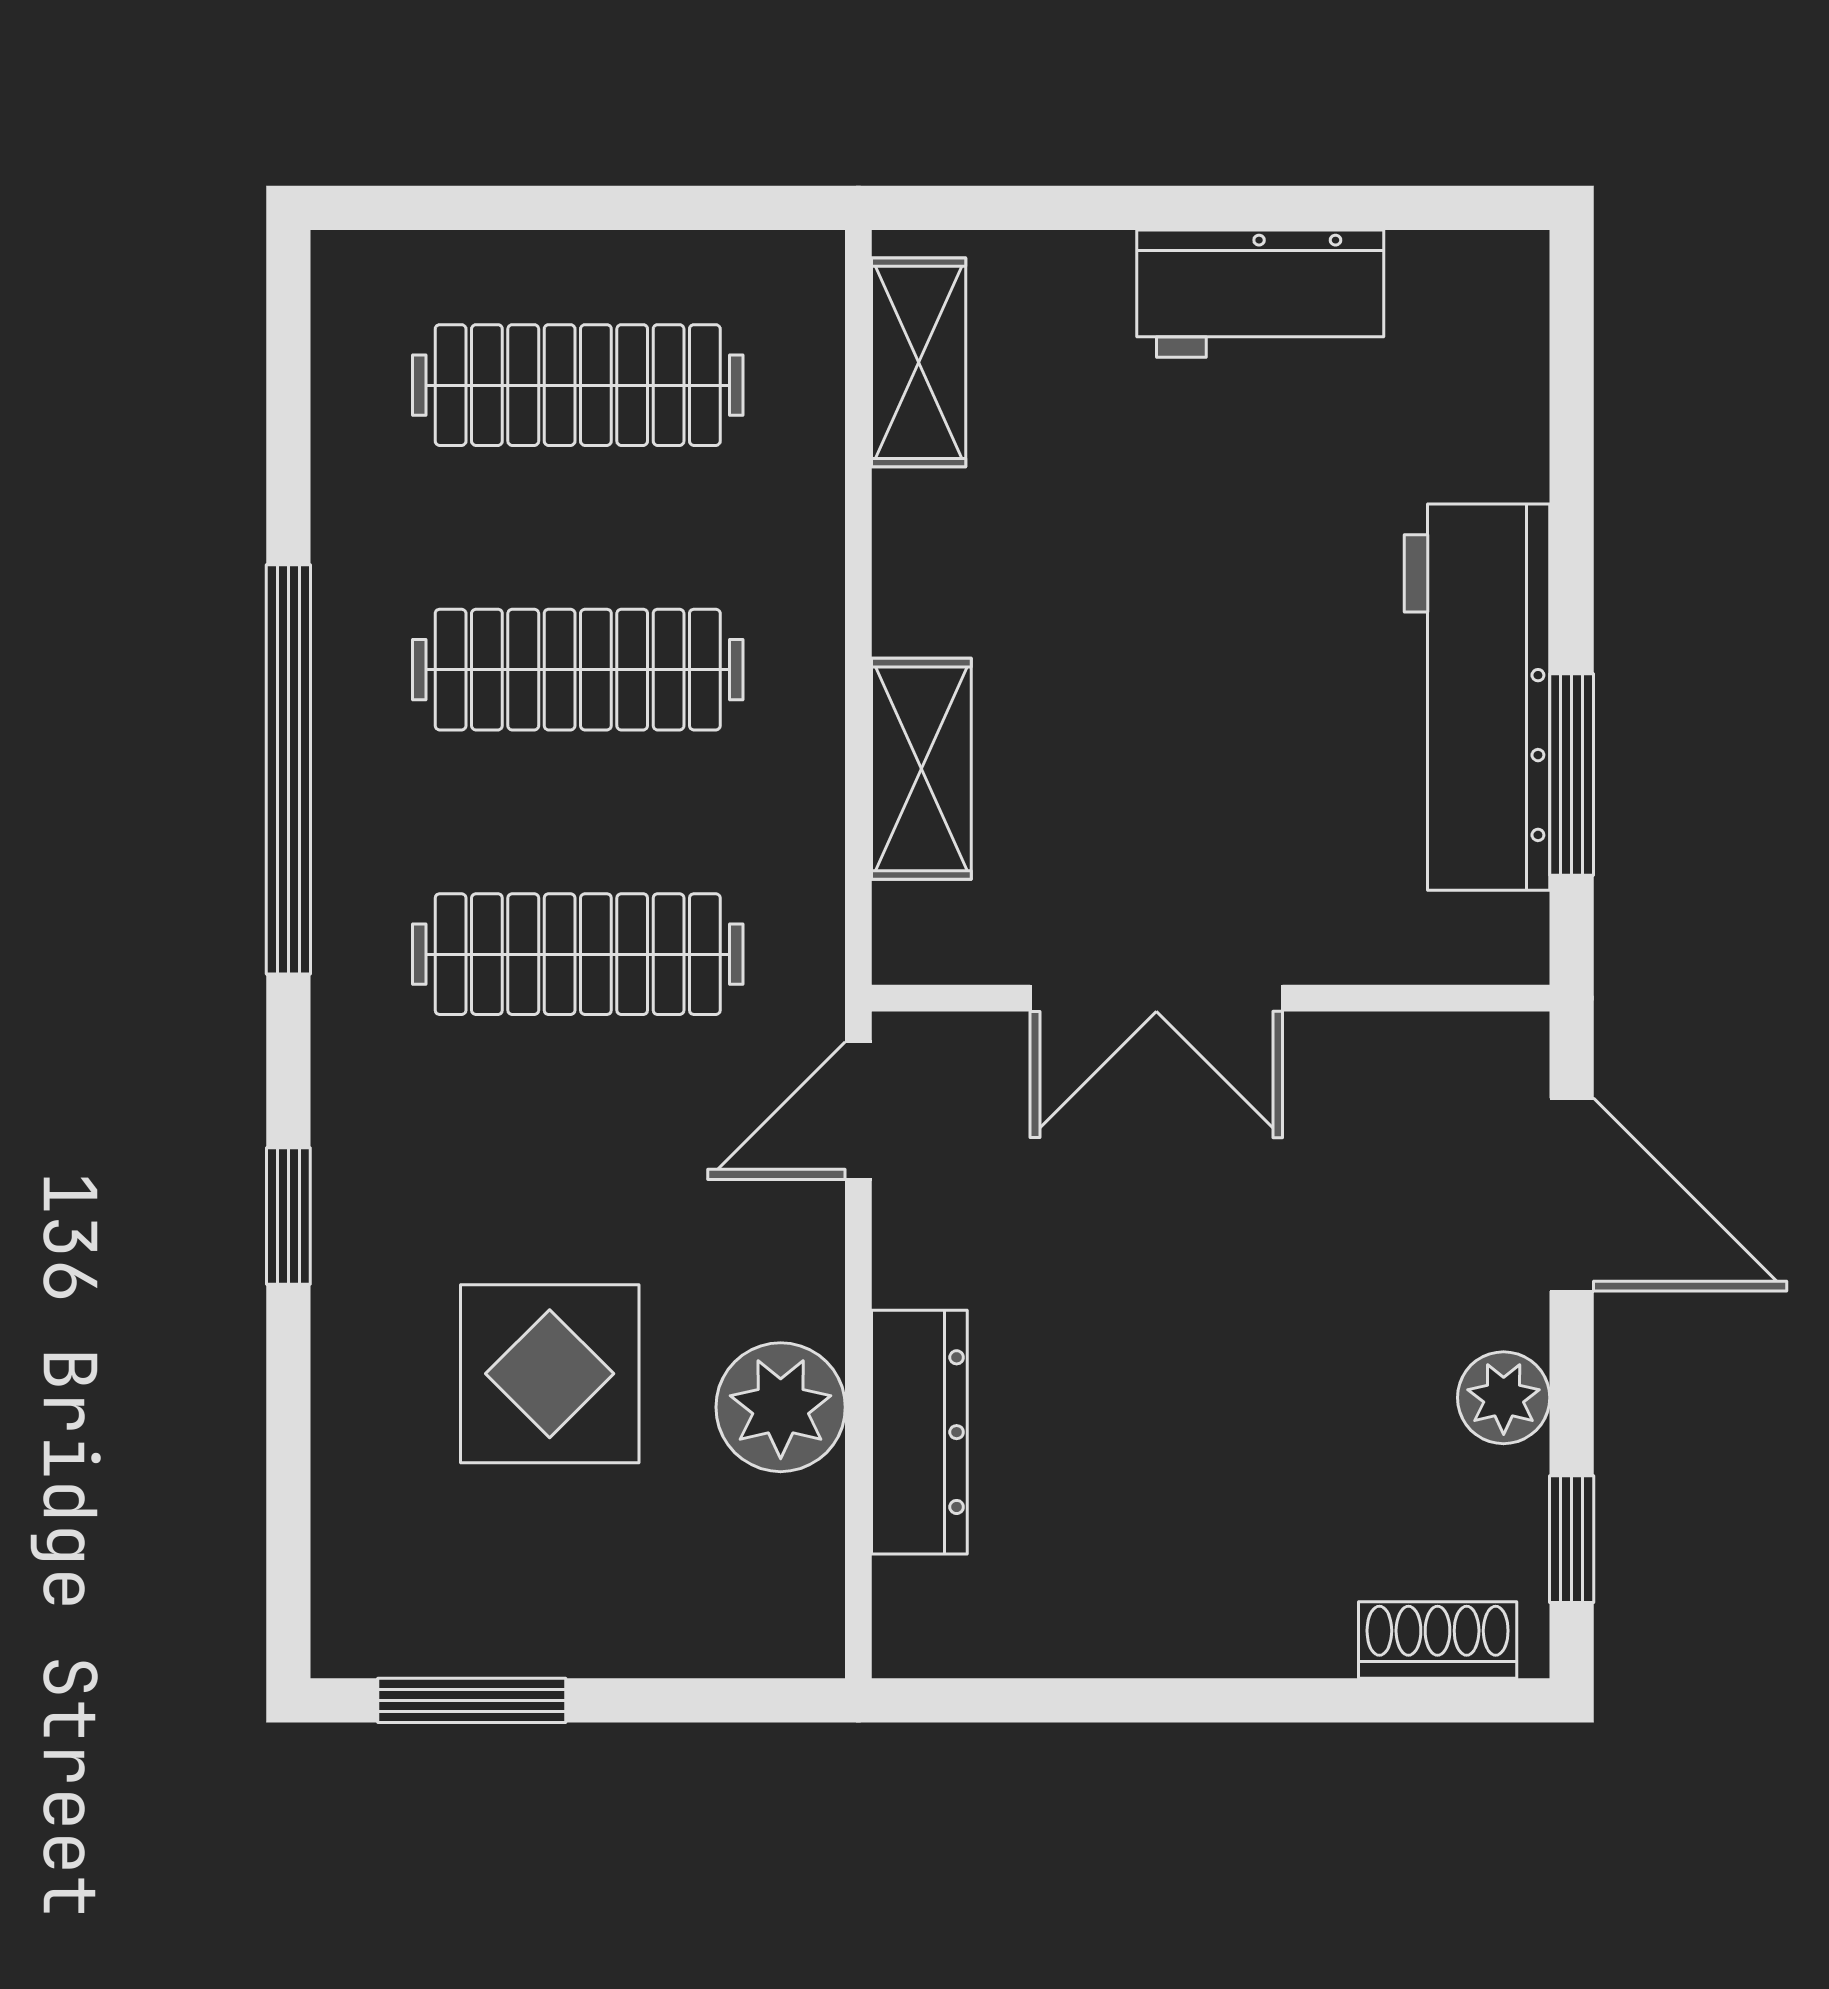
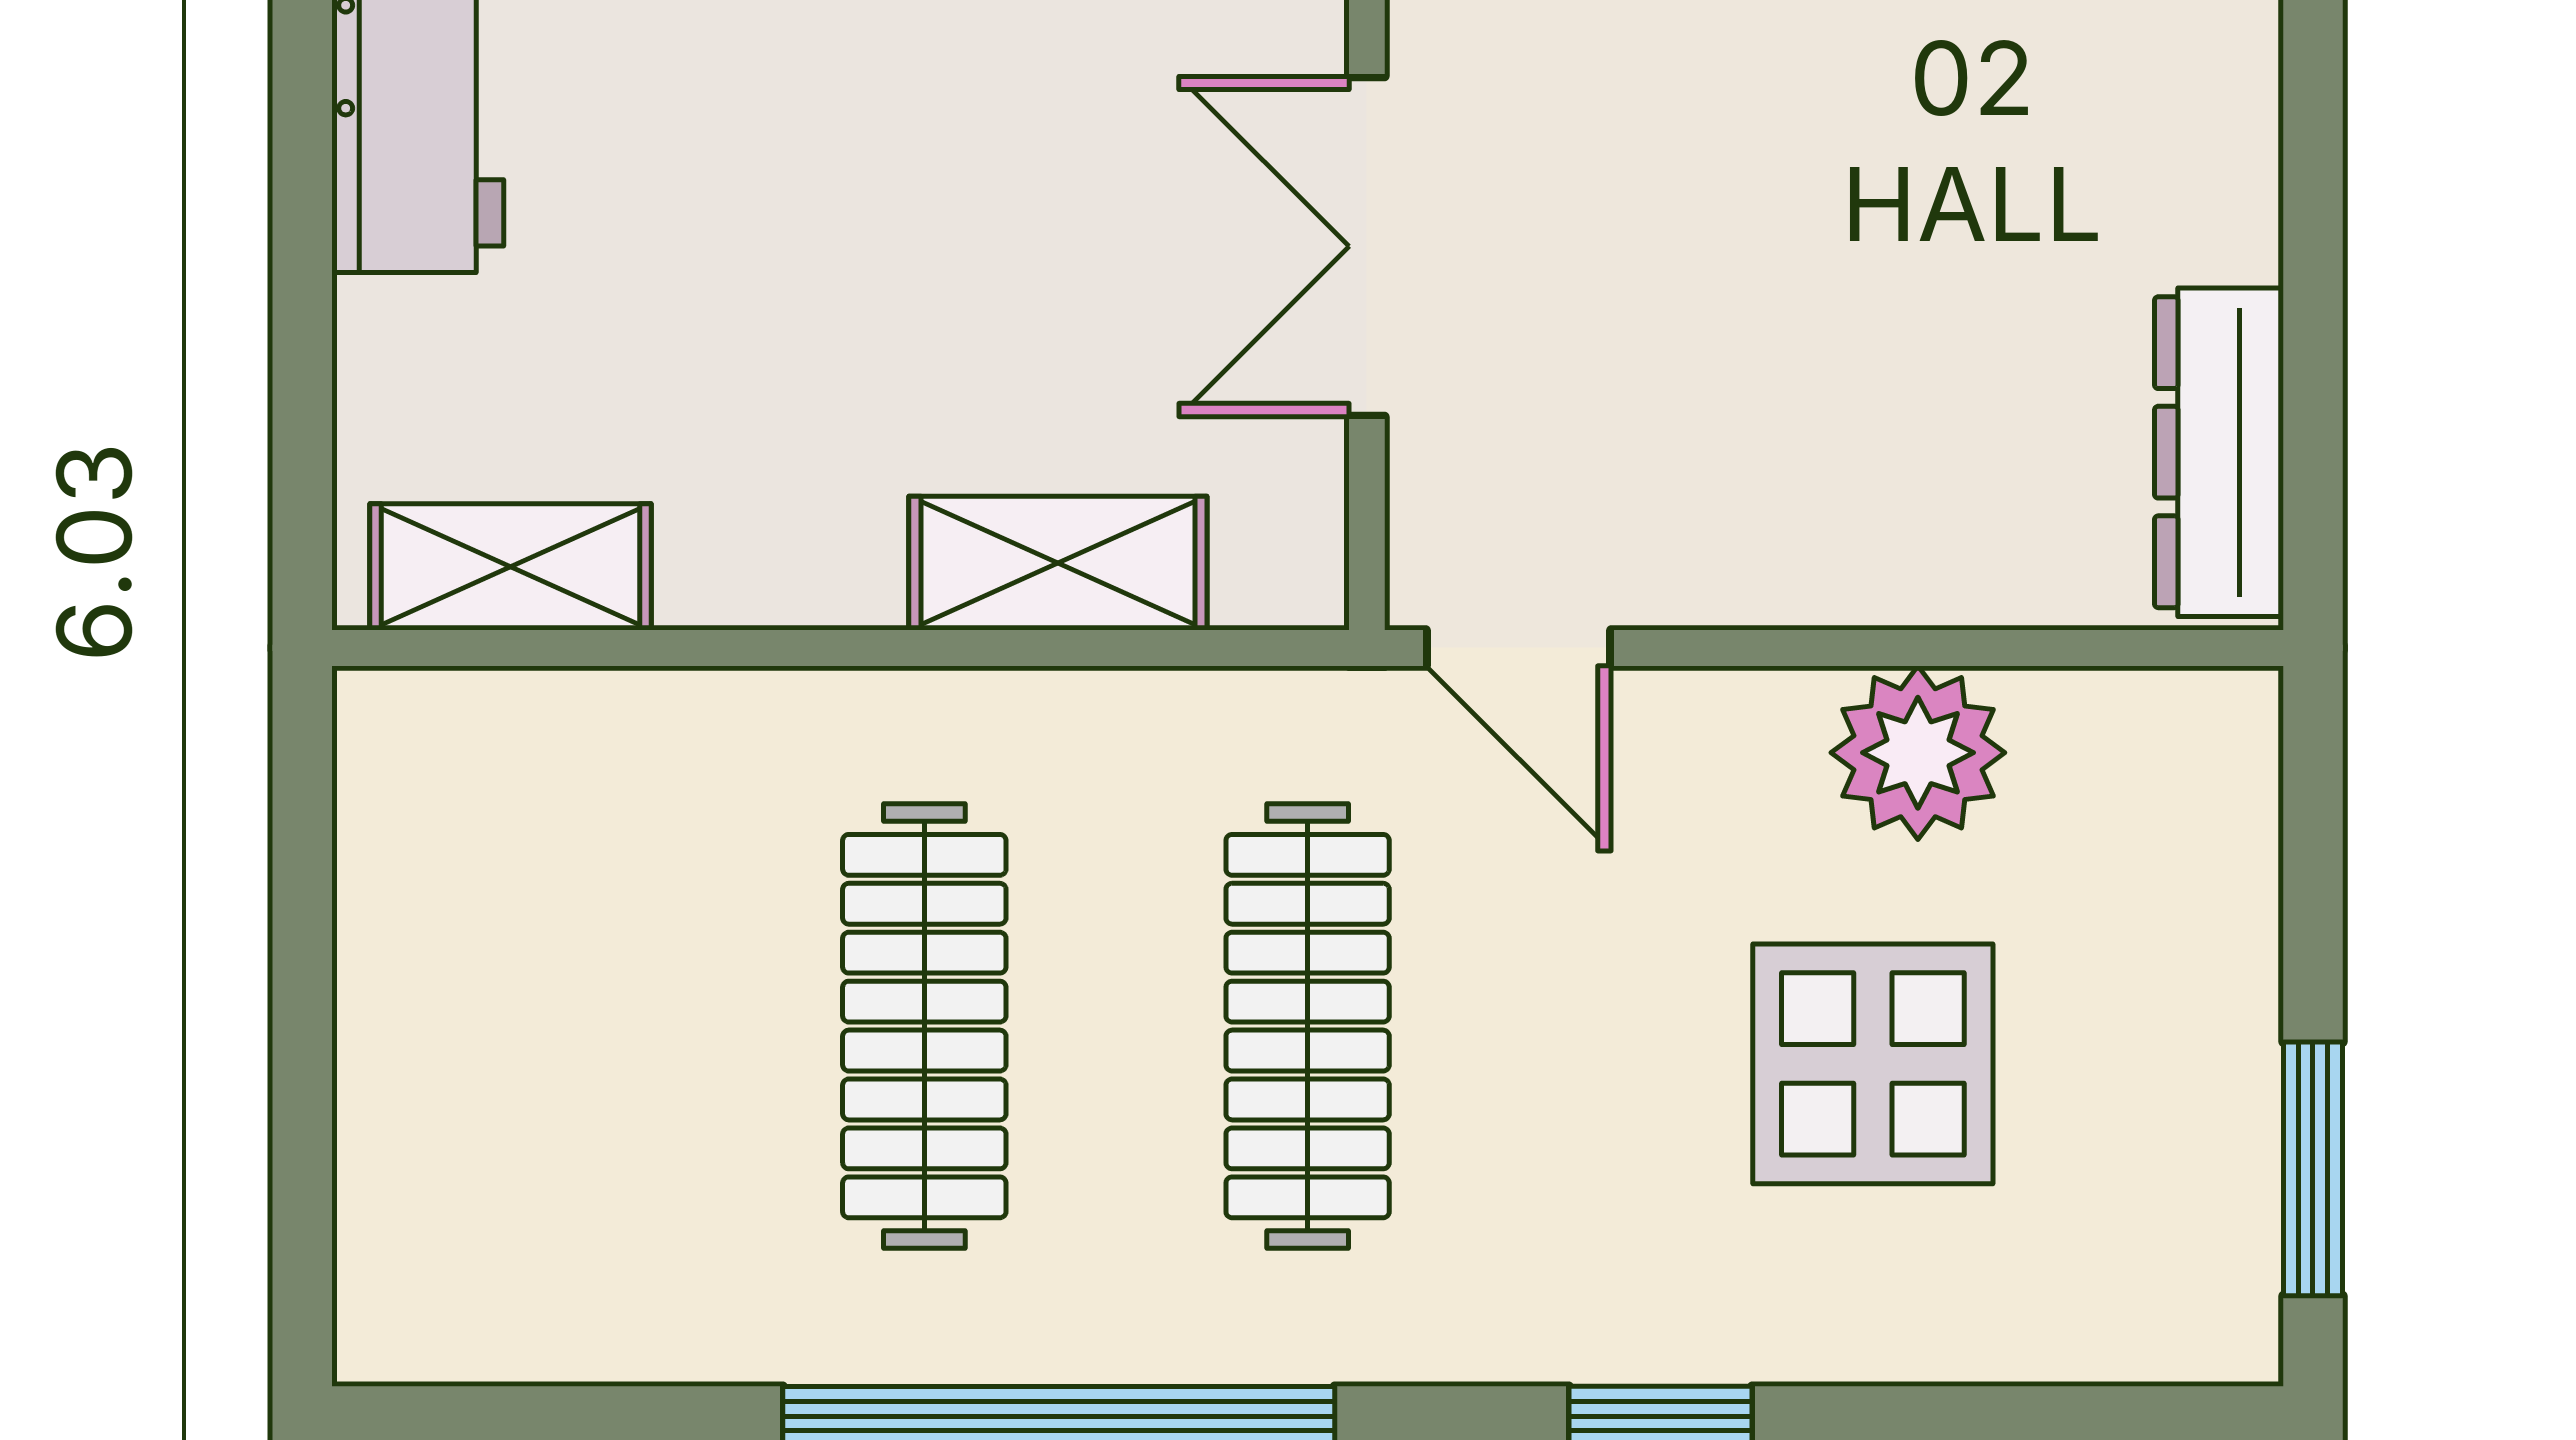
clothes rail: (578, 385) -> (541, 1026), removed
double door: (1156, 998) -> (1367, 246), swing flipped
dresser: (919, 1432) -> (2219, 452), moved, turned -90

